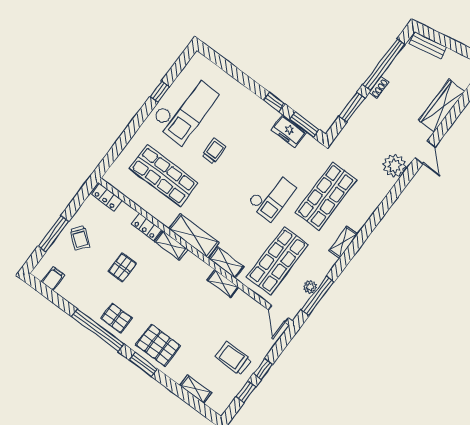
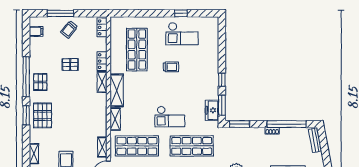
window: (352, 107) -> (239, 124), moved
checkout: (185, 108) -> (182, 34), width x0.73, depth x0.83
freezer: (289, 131) -> (212, 110), moved
shelving: (223, 284) -> (102, 147), moved

